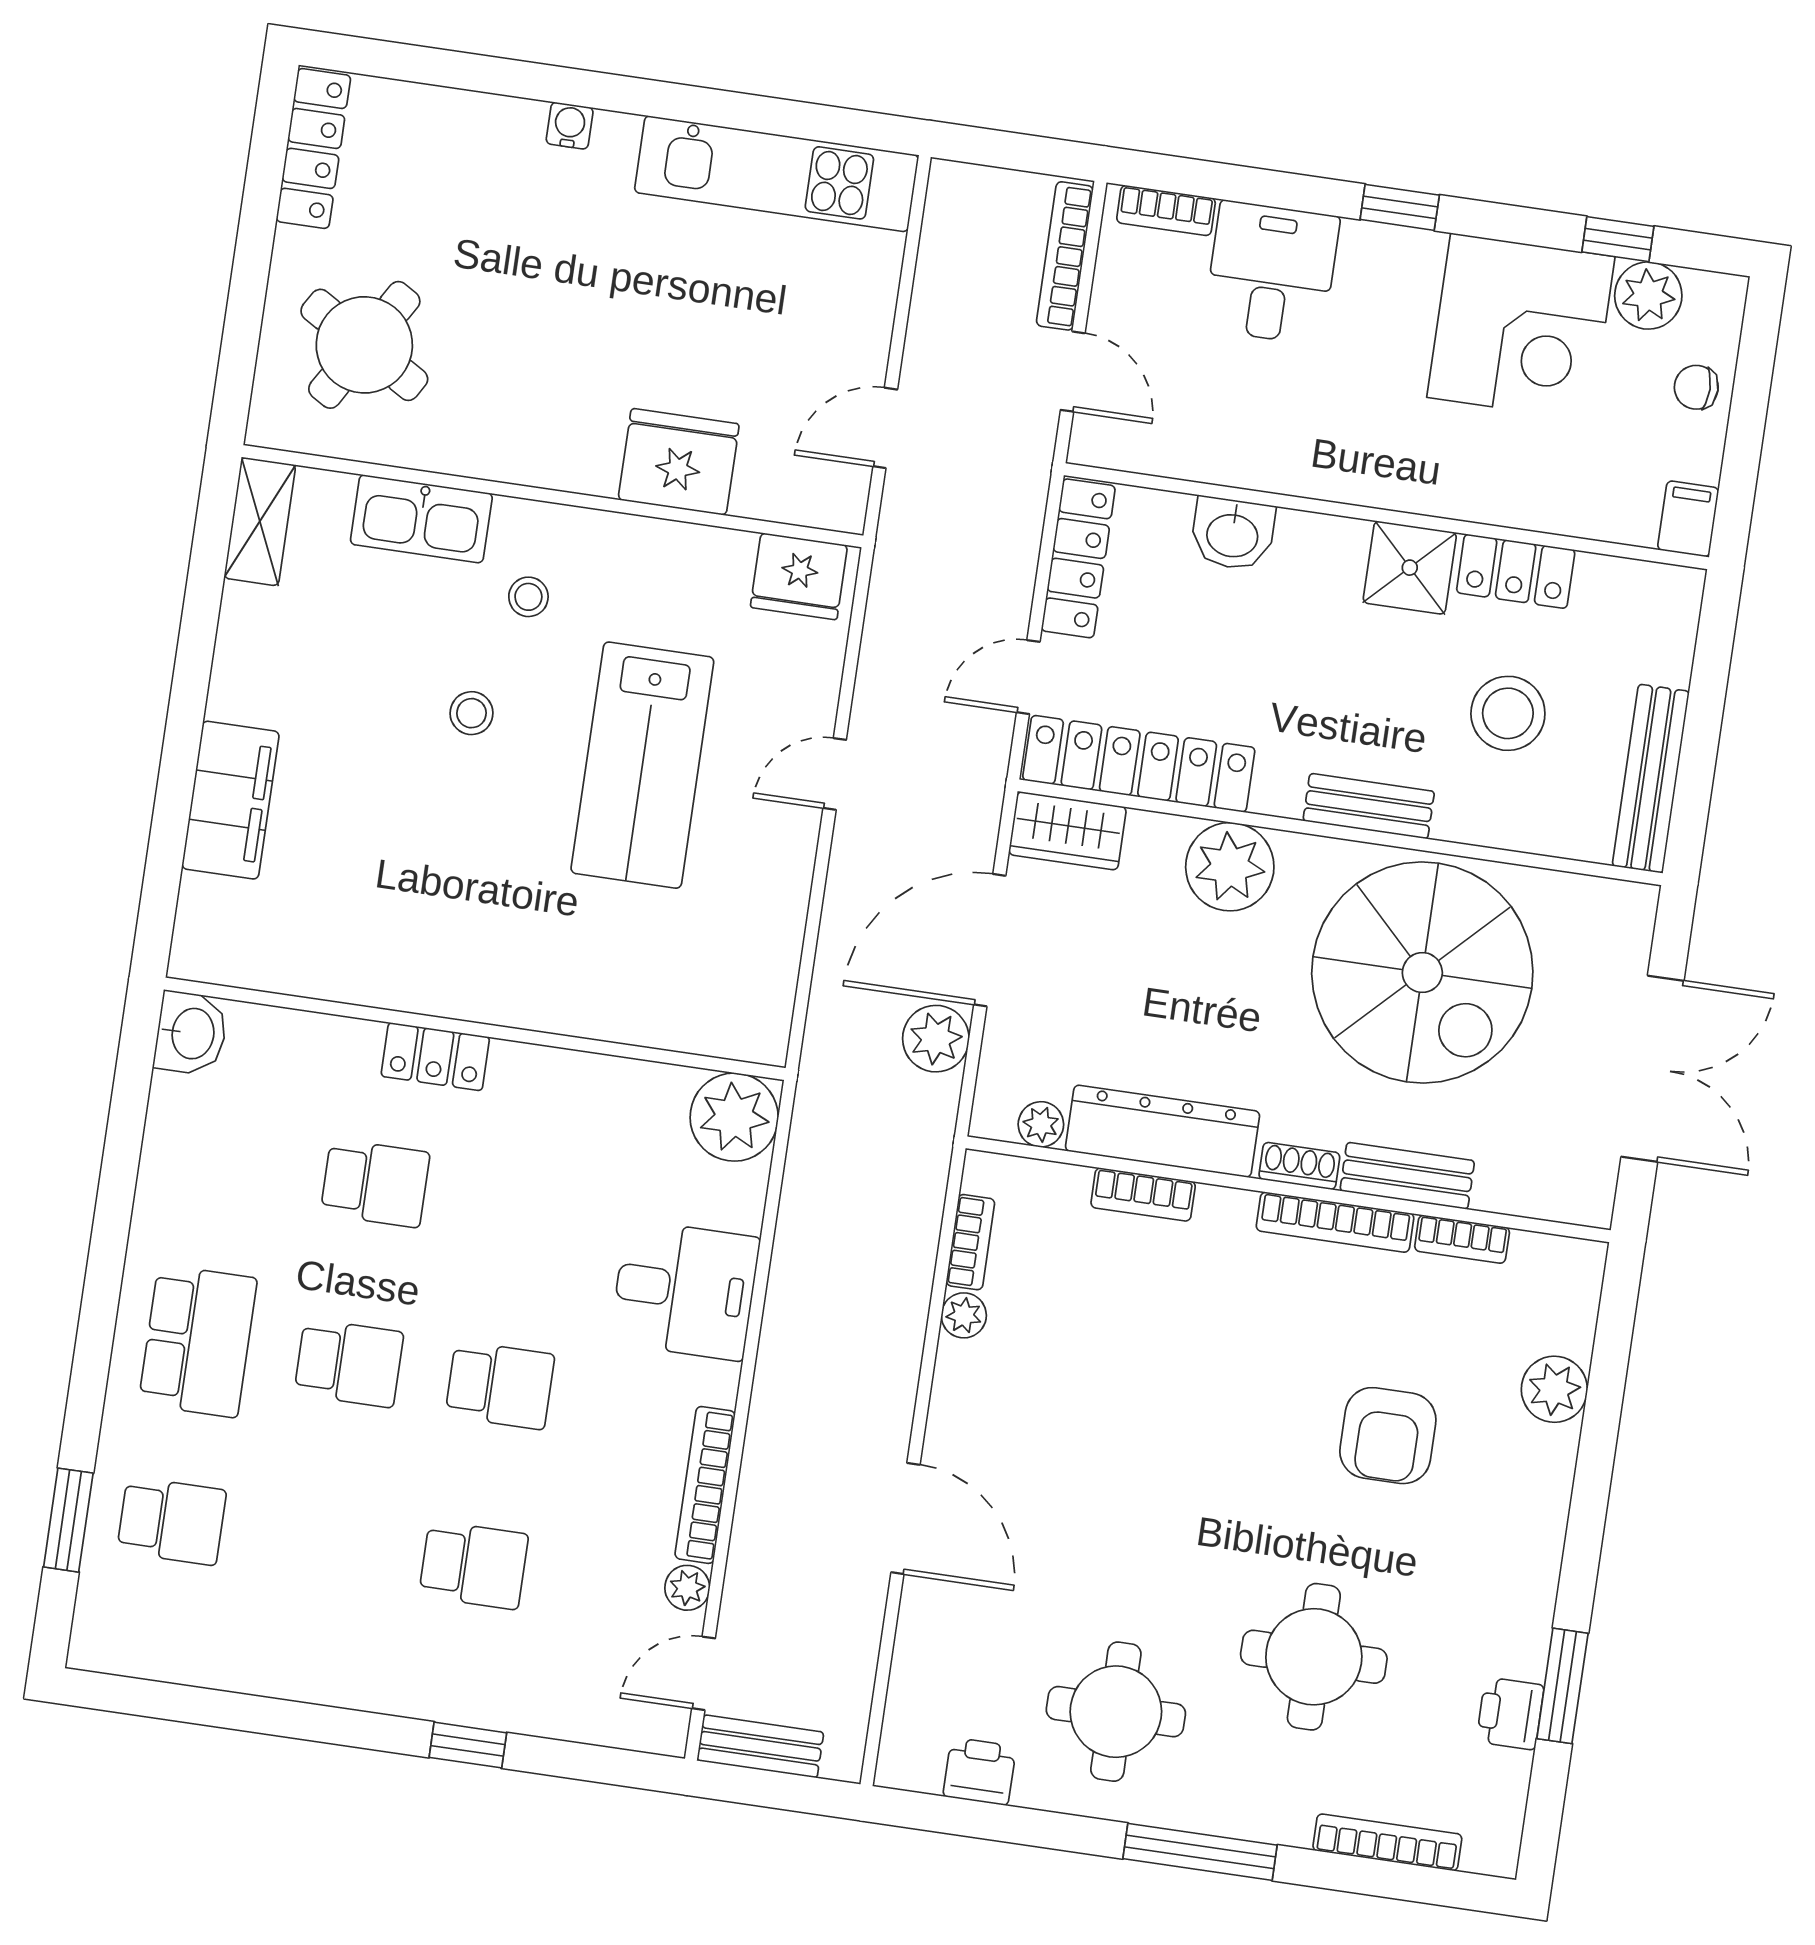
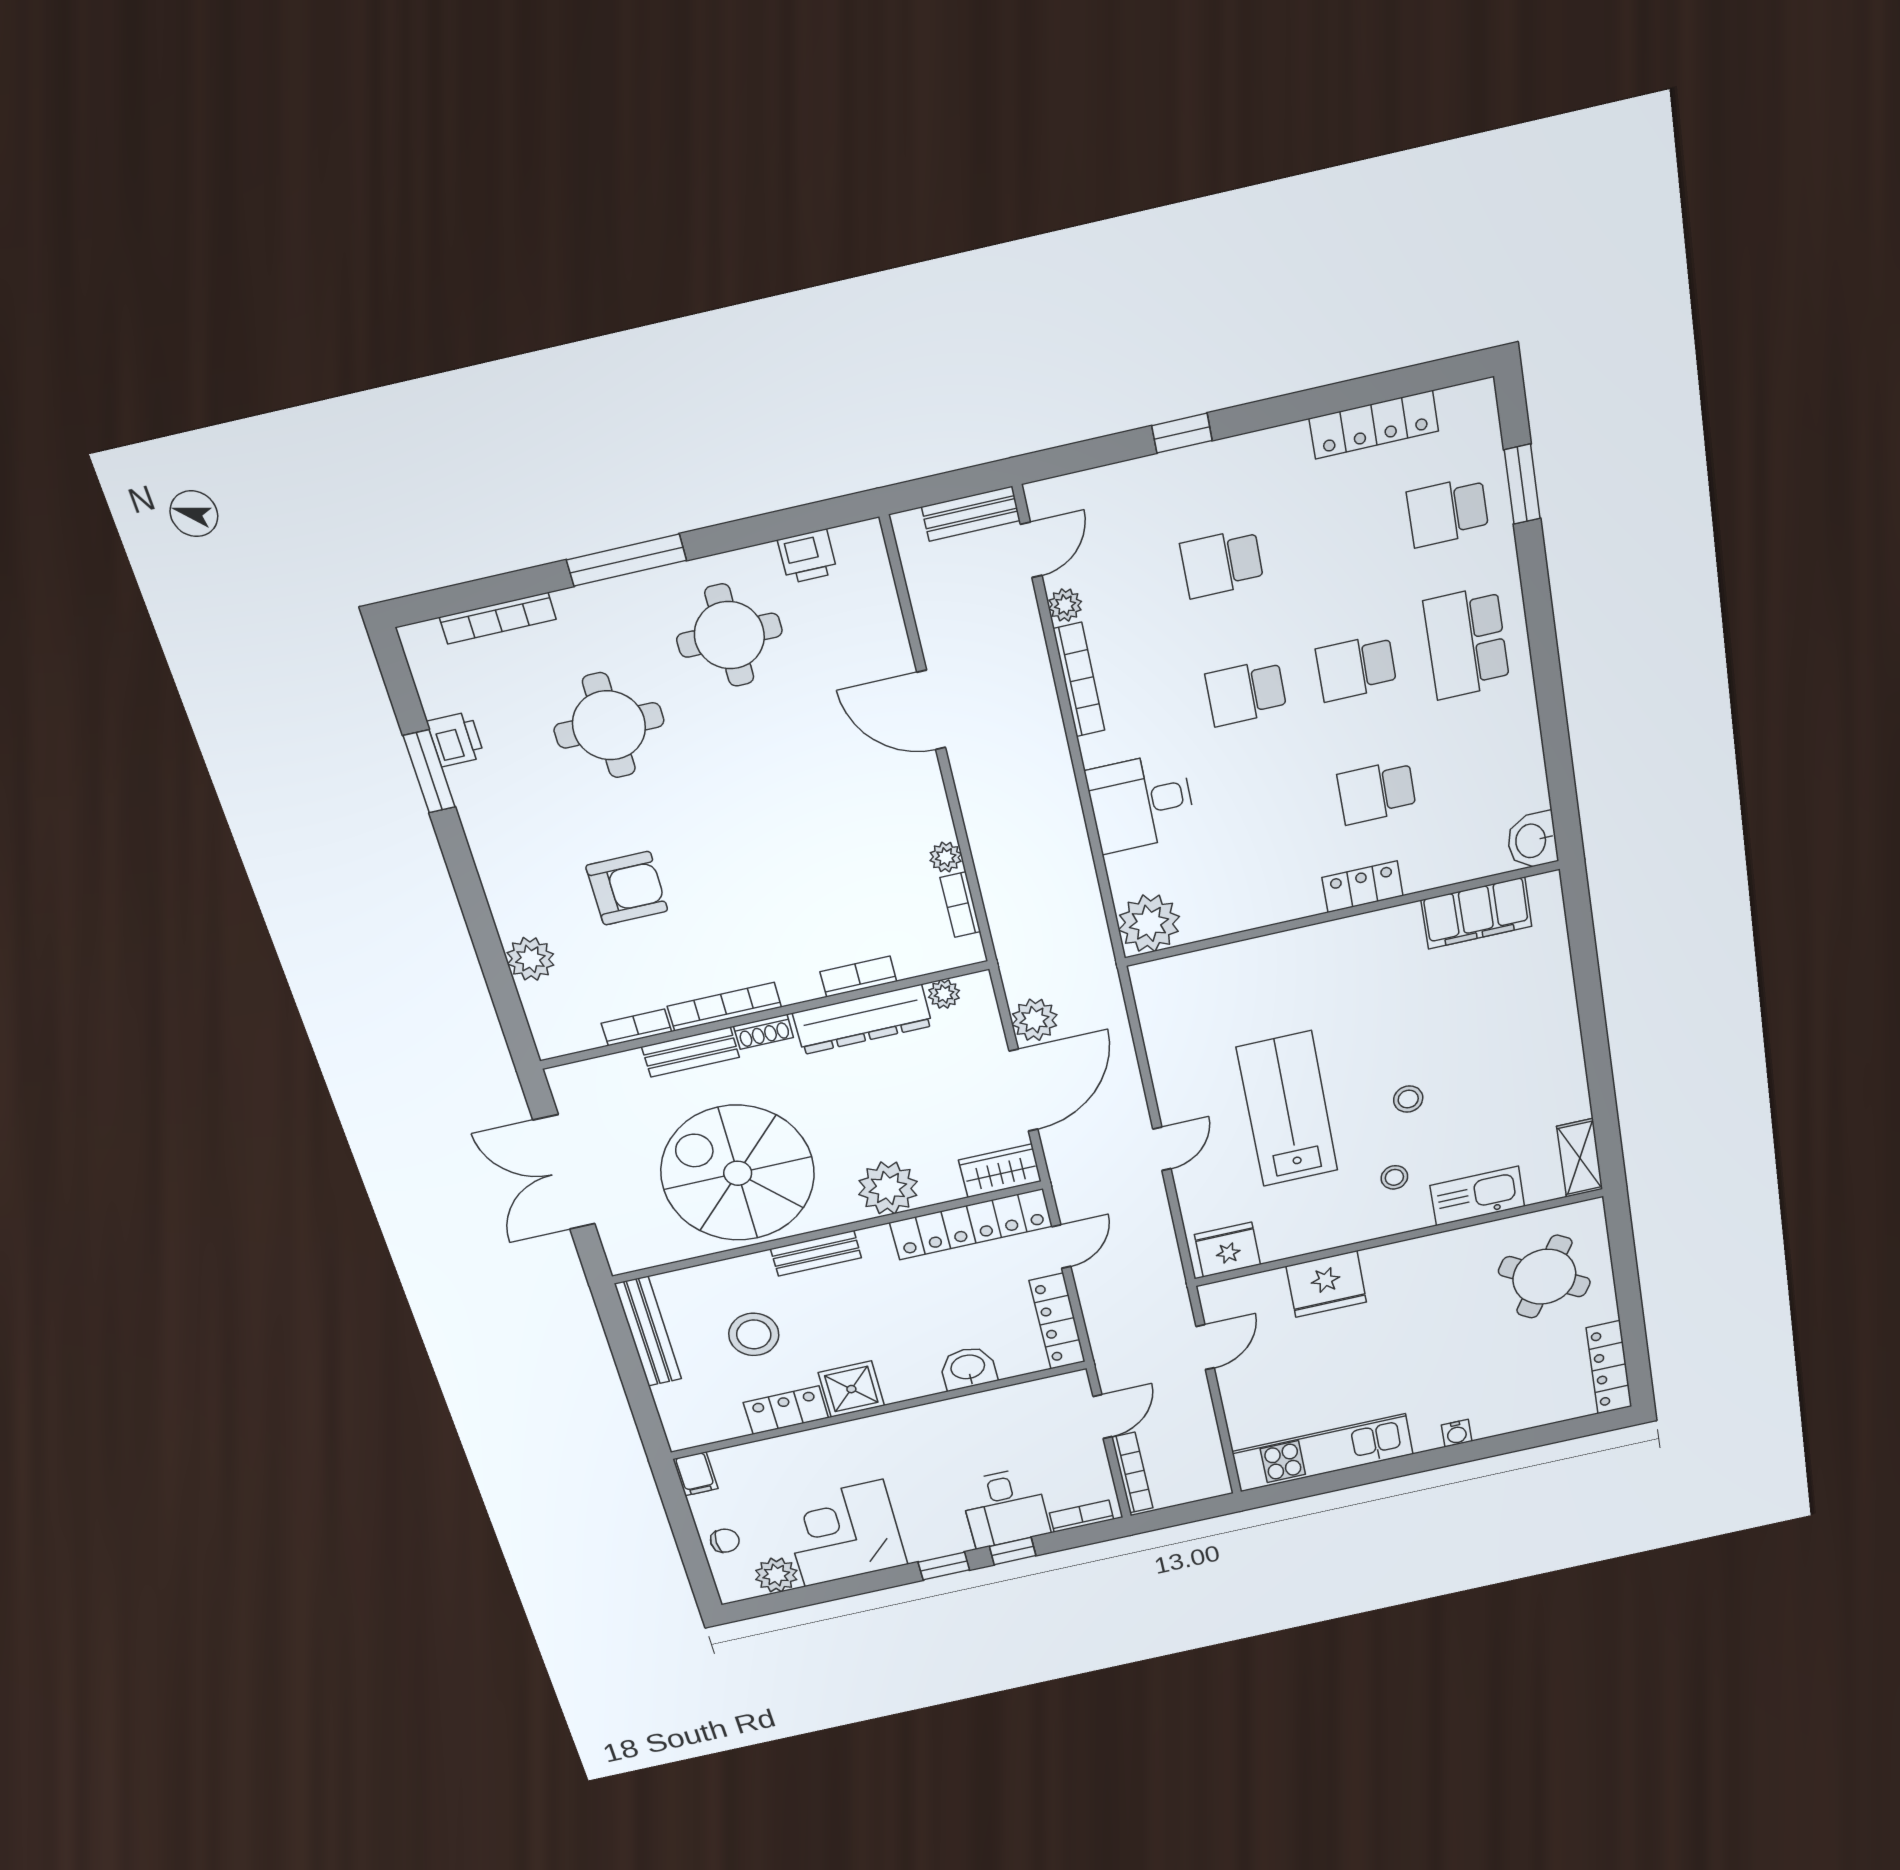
window: (1618, 239) -> (1013, 1551), moved
door: (1073, 372) -> (1103, 1417), swing flipped
filing cabinet: (230, 800) -> (1476, 913), moved, turned -90
armchair: (1388, 1436) -> (627, 888), turned 90
locker: (230, 1665) -> (1374, 425), added

